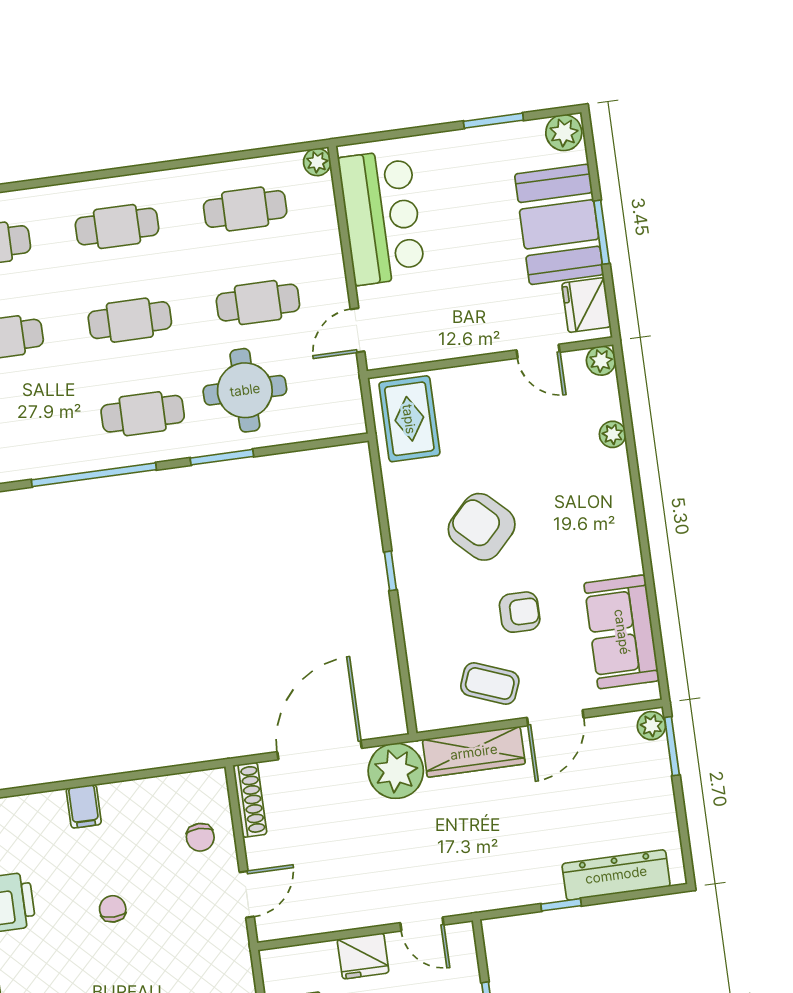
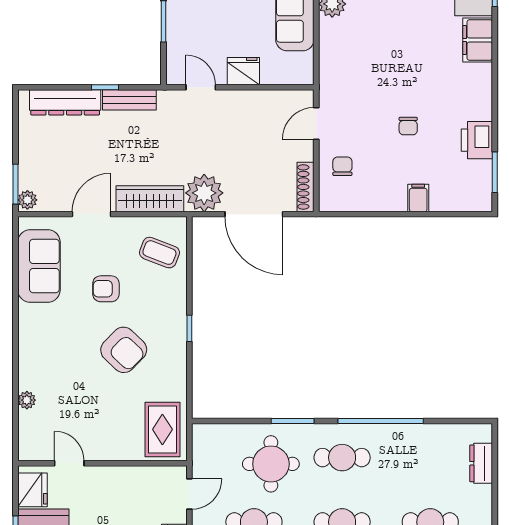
plant: (601, 361) -> (28, 451), removed
coffee table: (490, 684) -> (159, 253), moved
door: (319, 750) -> (254, 214), hinge flipped
bench: (523, 891) -> (129, 100), added

